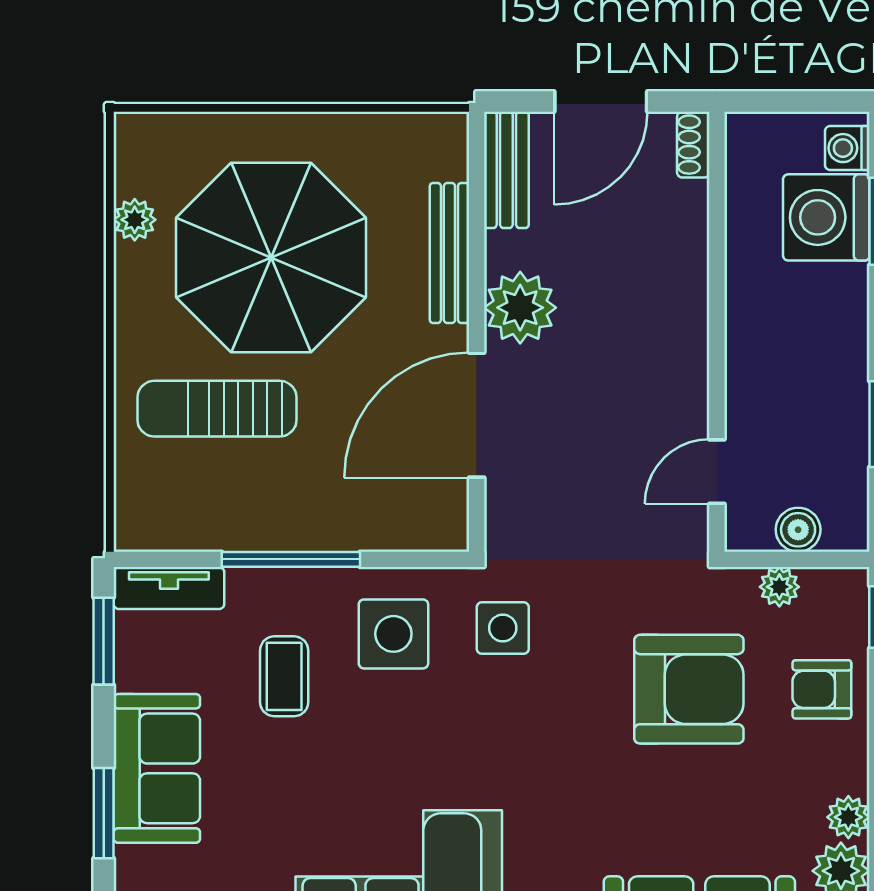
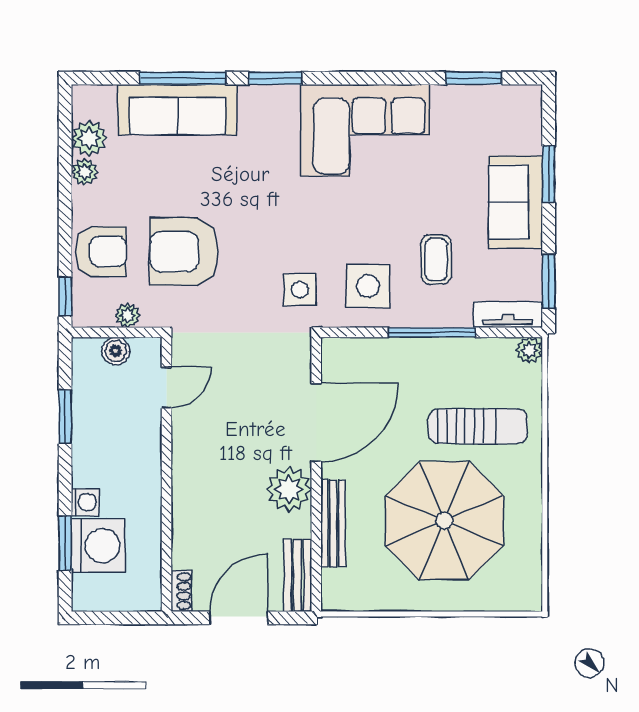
washing machine: (847, 148) -> (85, 502), moved
plant: (135, 220) -> (529, 350), moved
armchair: (822, 689) -> (101, 251), width x1.38, depth x1.38

